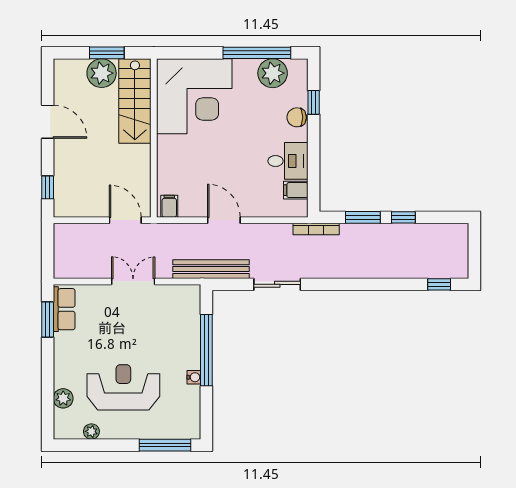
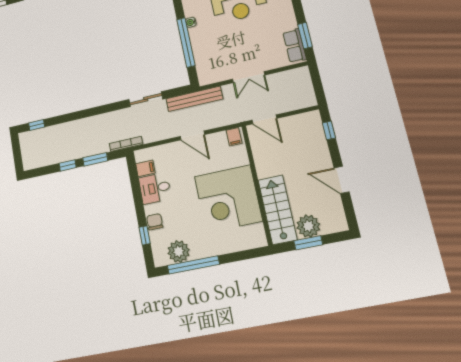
corner desk: (194, 96) -> (228, 199), moved, turned -90
chair: (297, 117) -> (155, 222), turned -90

